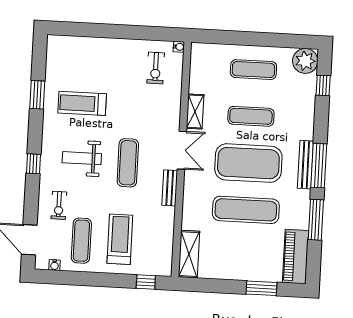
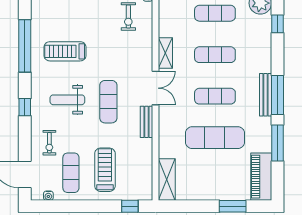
window: (37, 95) -> (25, 46), width x2.11
exercise mat: (248, 163) -> (215, 96), width x0.50, depth x0.69

